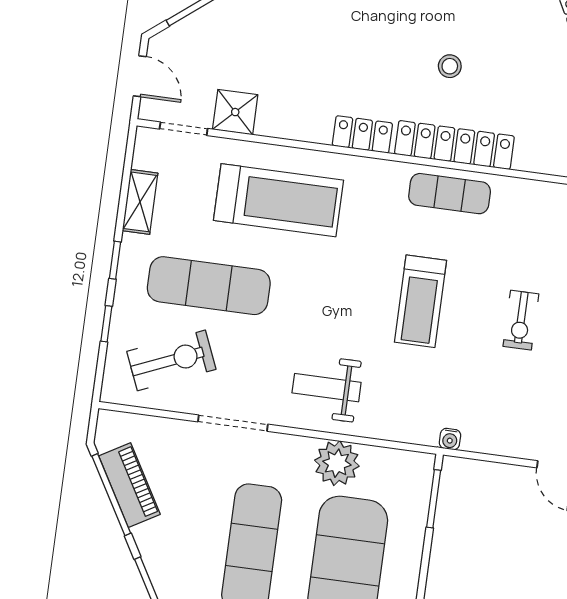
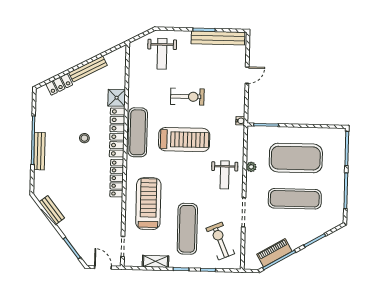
door: (140, 76) -> (103, 267), hinge flipped
shower: (235, 112) -> (117, 98), moved
locker: (362, 134) -> (117, 178), width x1.53
exercise mat: (450, 194) -> (138, 132), width x1.36, depth x1.45
treadmill: (420, 301) -> (184, 140), width x1.37, depth x1.38
exercise bike: (521, 320) -> (187, 97), width x1.38, depth x1.39
plant: (337, 463) -> (251, 167), width x0.53, depth x0.53

